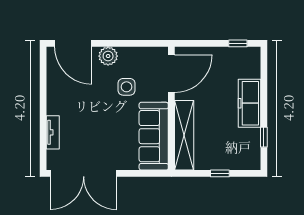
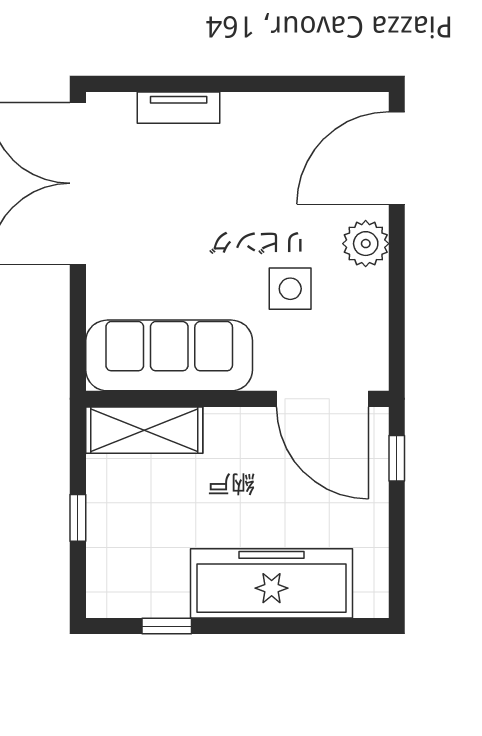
window: (238, 43) -> (397, 458), moved
freezer: (249, 103) -> (272, 583), width x1.36, depth x1.26
shelving: (184, 135) -> (144, 430), width x0.68

